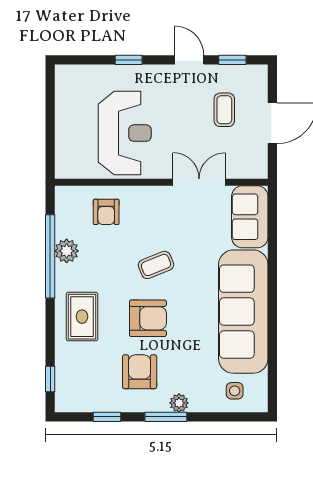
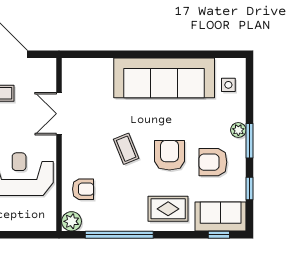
sofa: (250, 217) -> (221, 216), moved, turned 180
plant: (67, 251) -> (72, 221), moved

